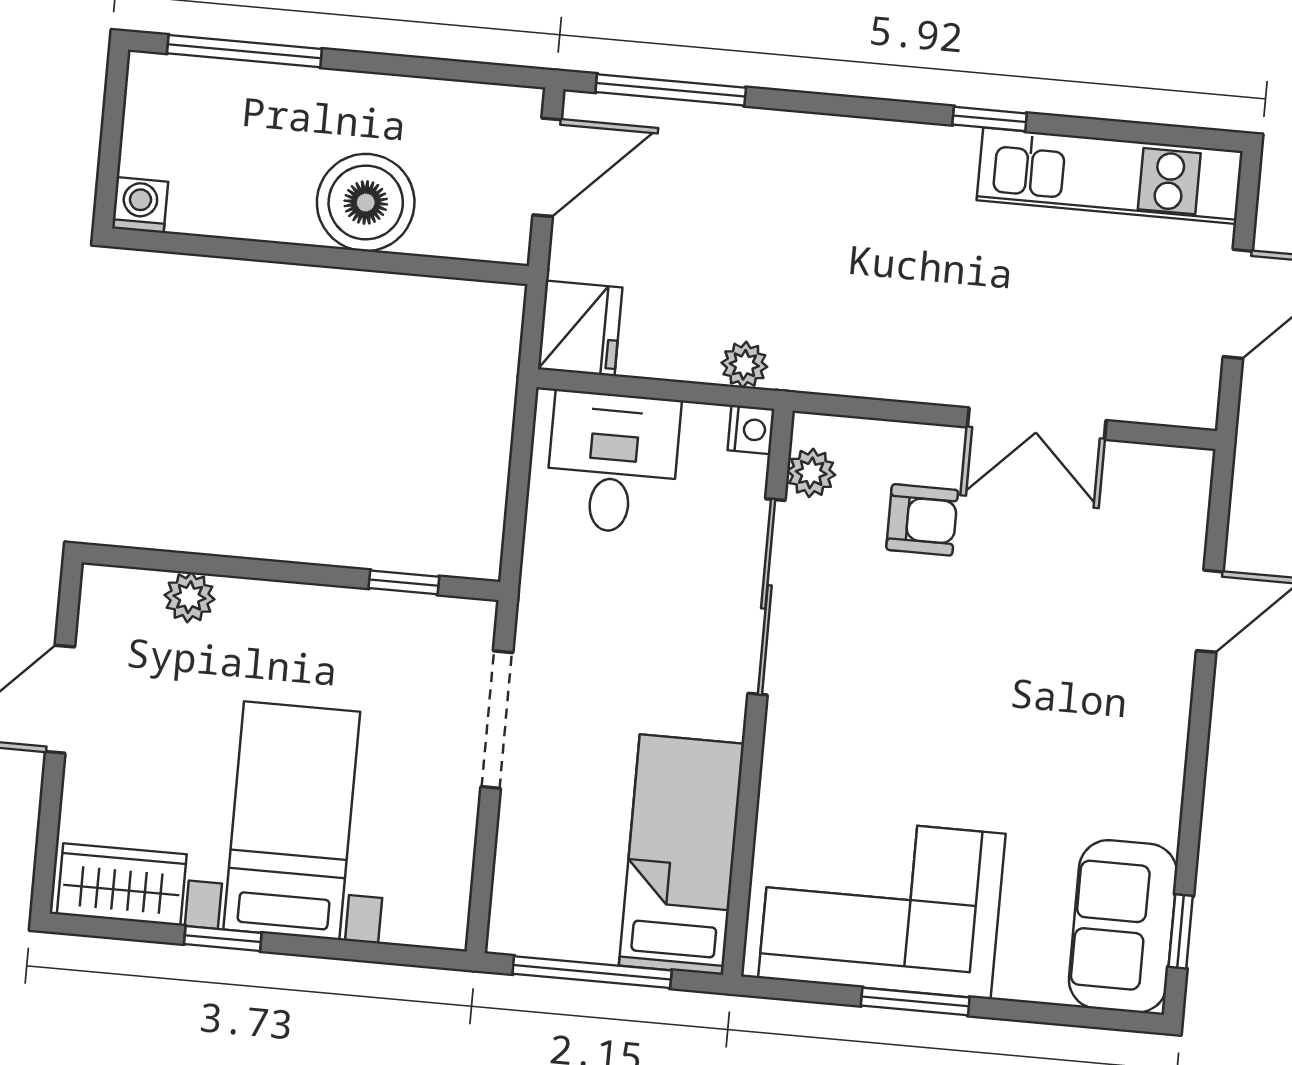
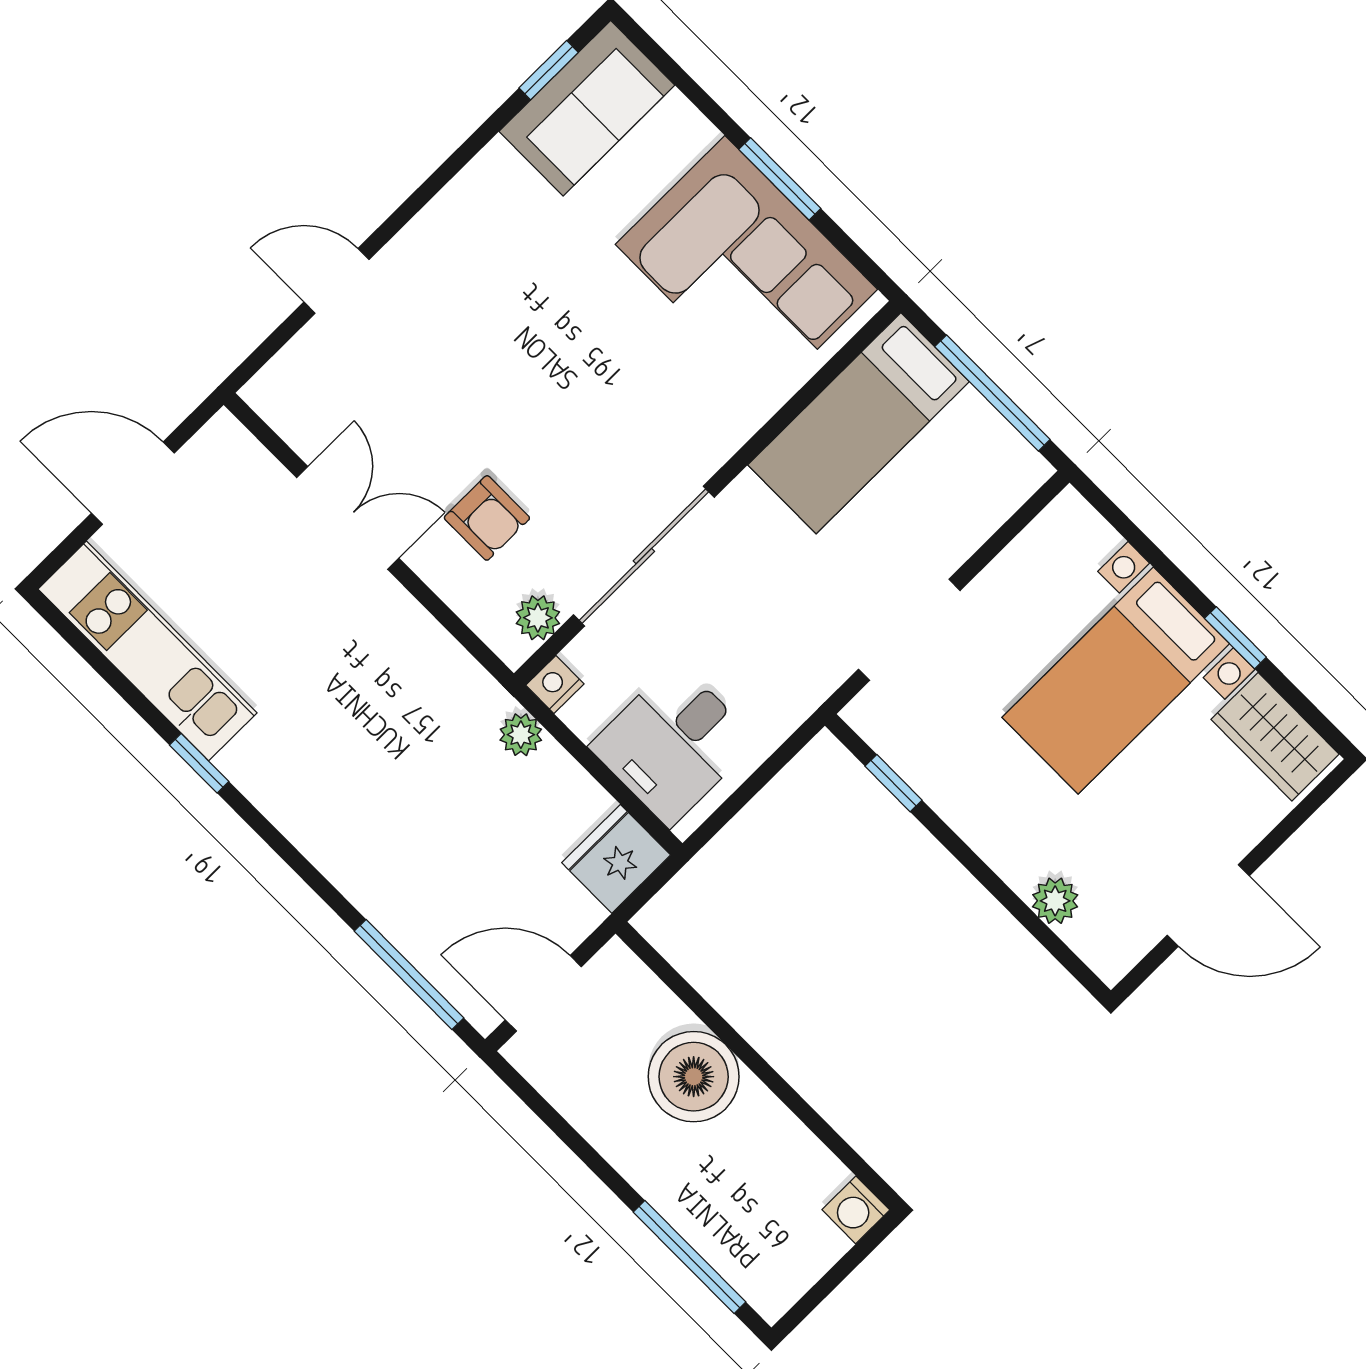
armchair: (922, 520) -> (487, 518), turned 180

